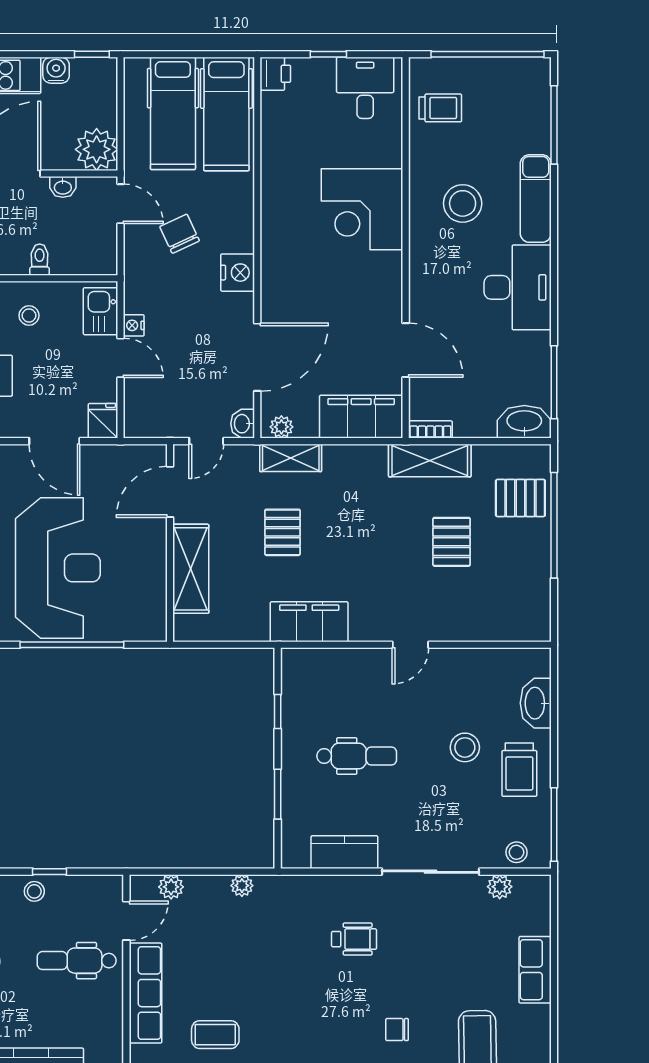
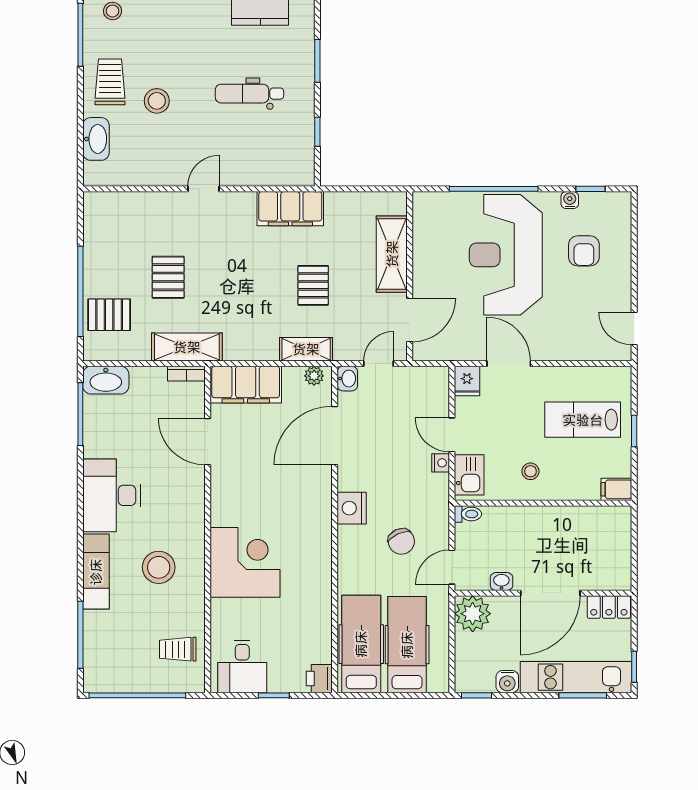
door: (121, 204) -> (452, 567), hinge flipped
toilet: (40, 260) -> (468, 514), moved, turned -90

